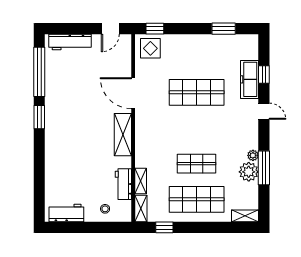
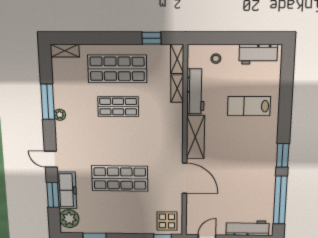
window: (264, 74) -> (53, 195), width x1.50
lab bench: (73, 165) -> (249, 106), added
plant: (249, 172) -> (69, 219), moved
workbench: (123, 184) -> (195, 91), width x1.37

